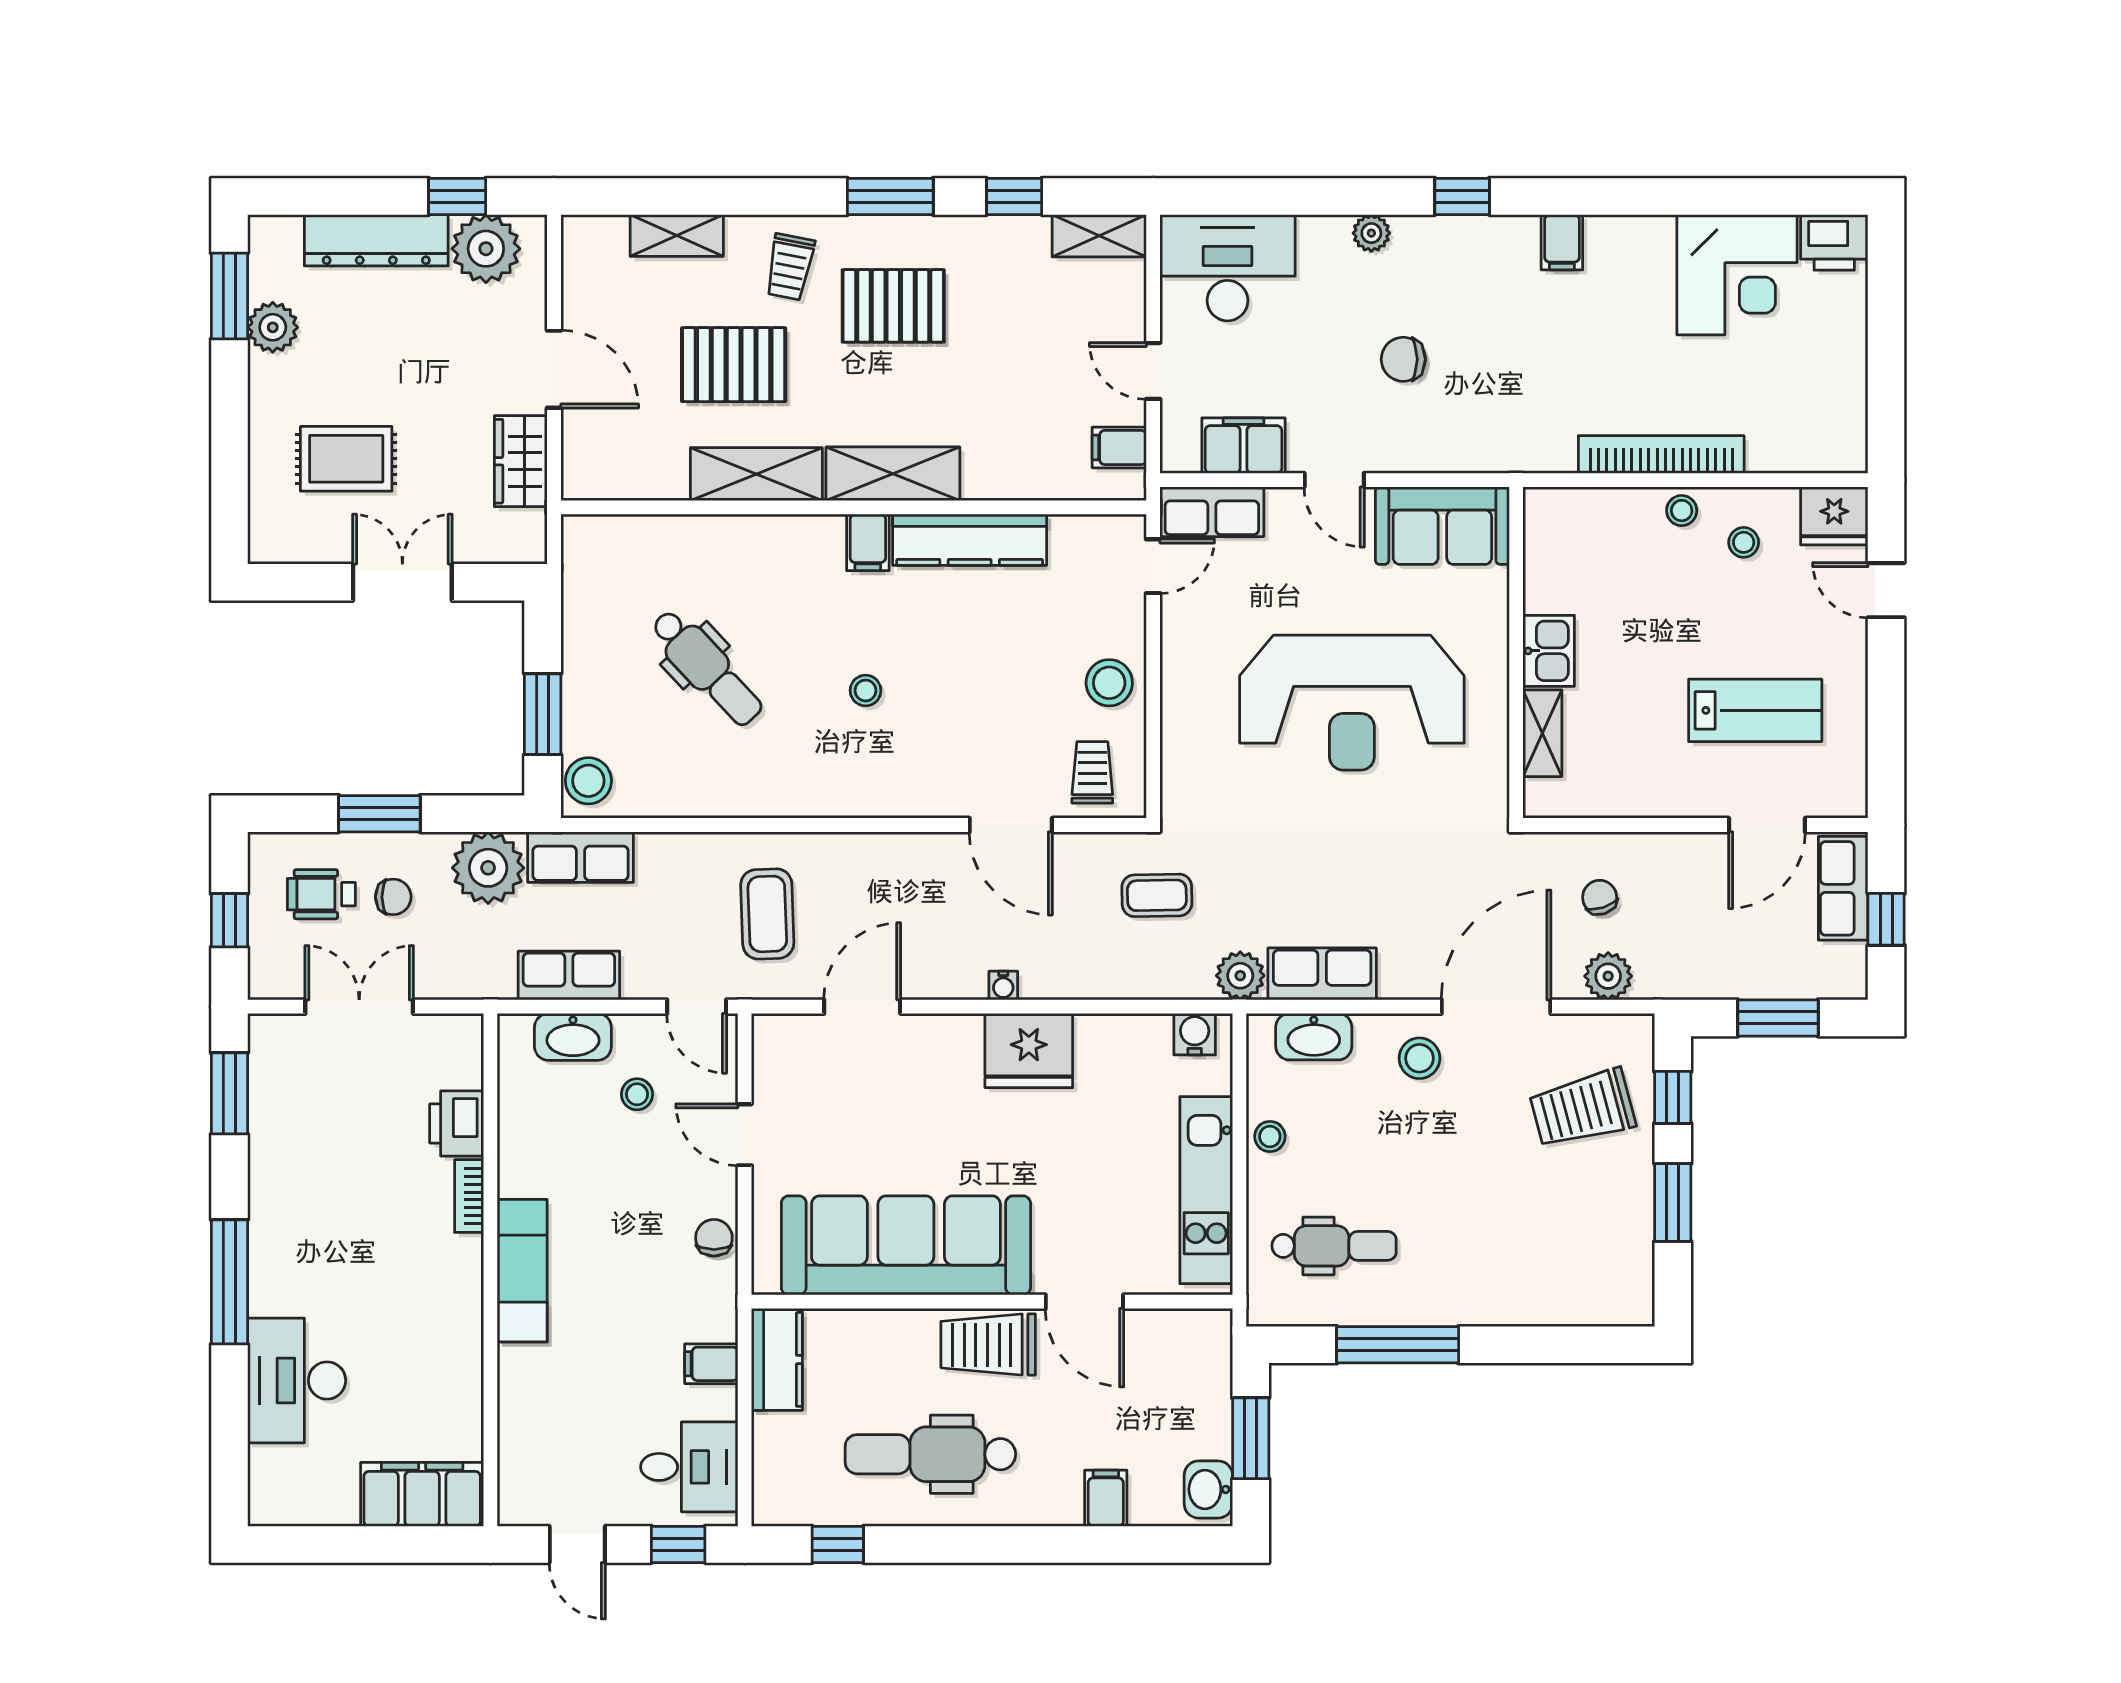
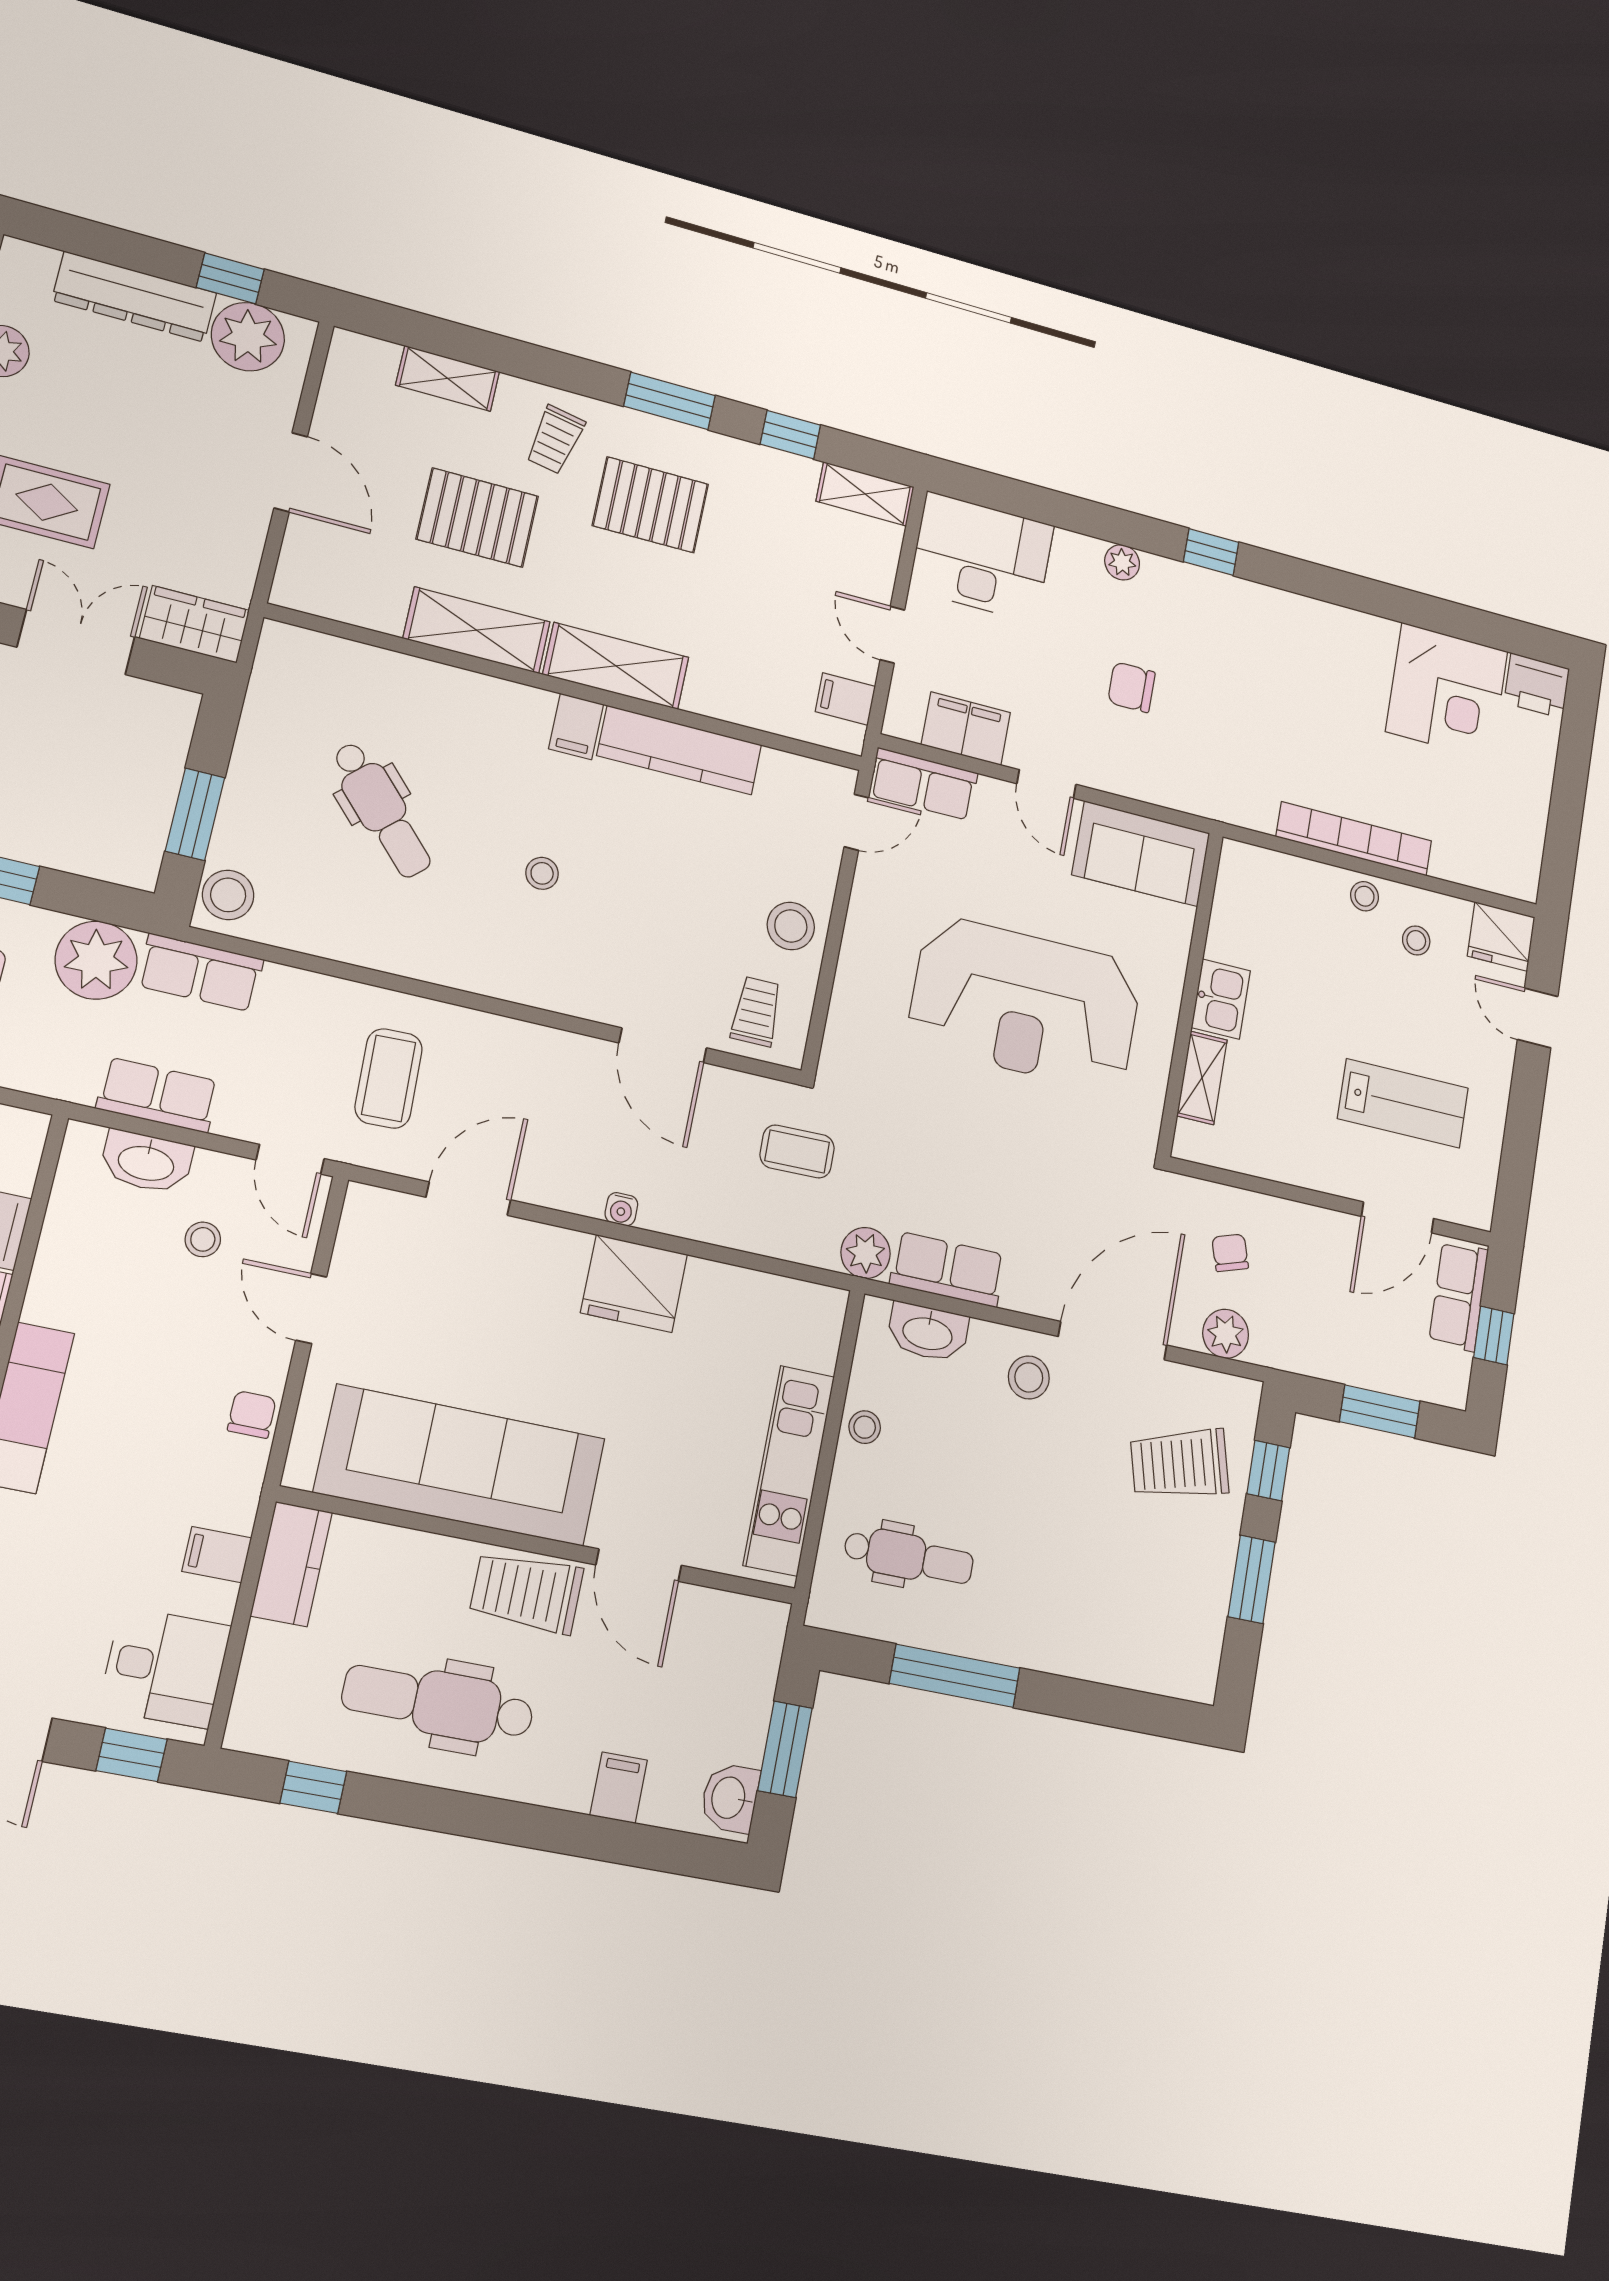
filing cabinet: (1562, 242) -> (1295, 619), removed
wardrobe: (521, 461) -> (195, 624), moved, turned 90
water cooler: (1195, 1034) -> (808, 1303), removed

